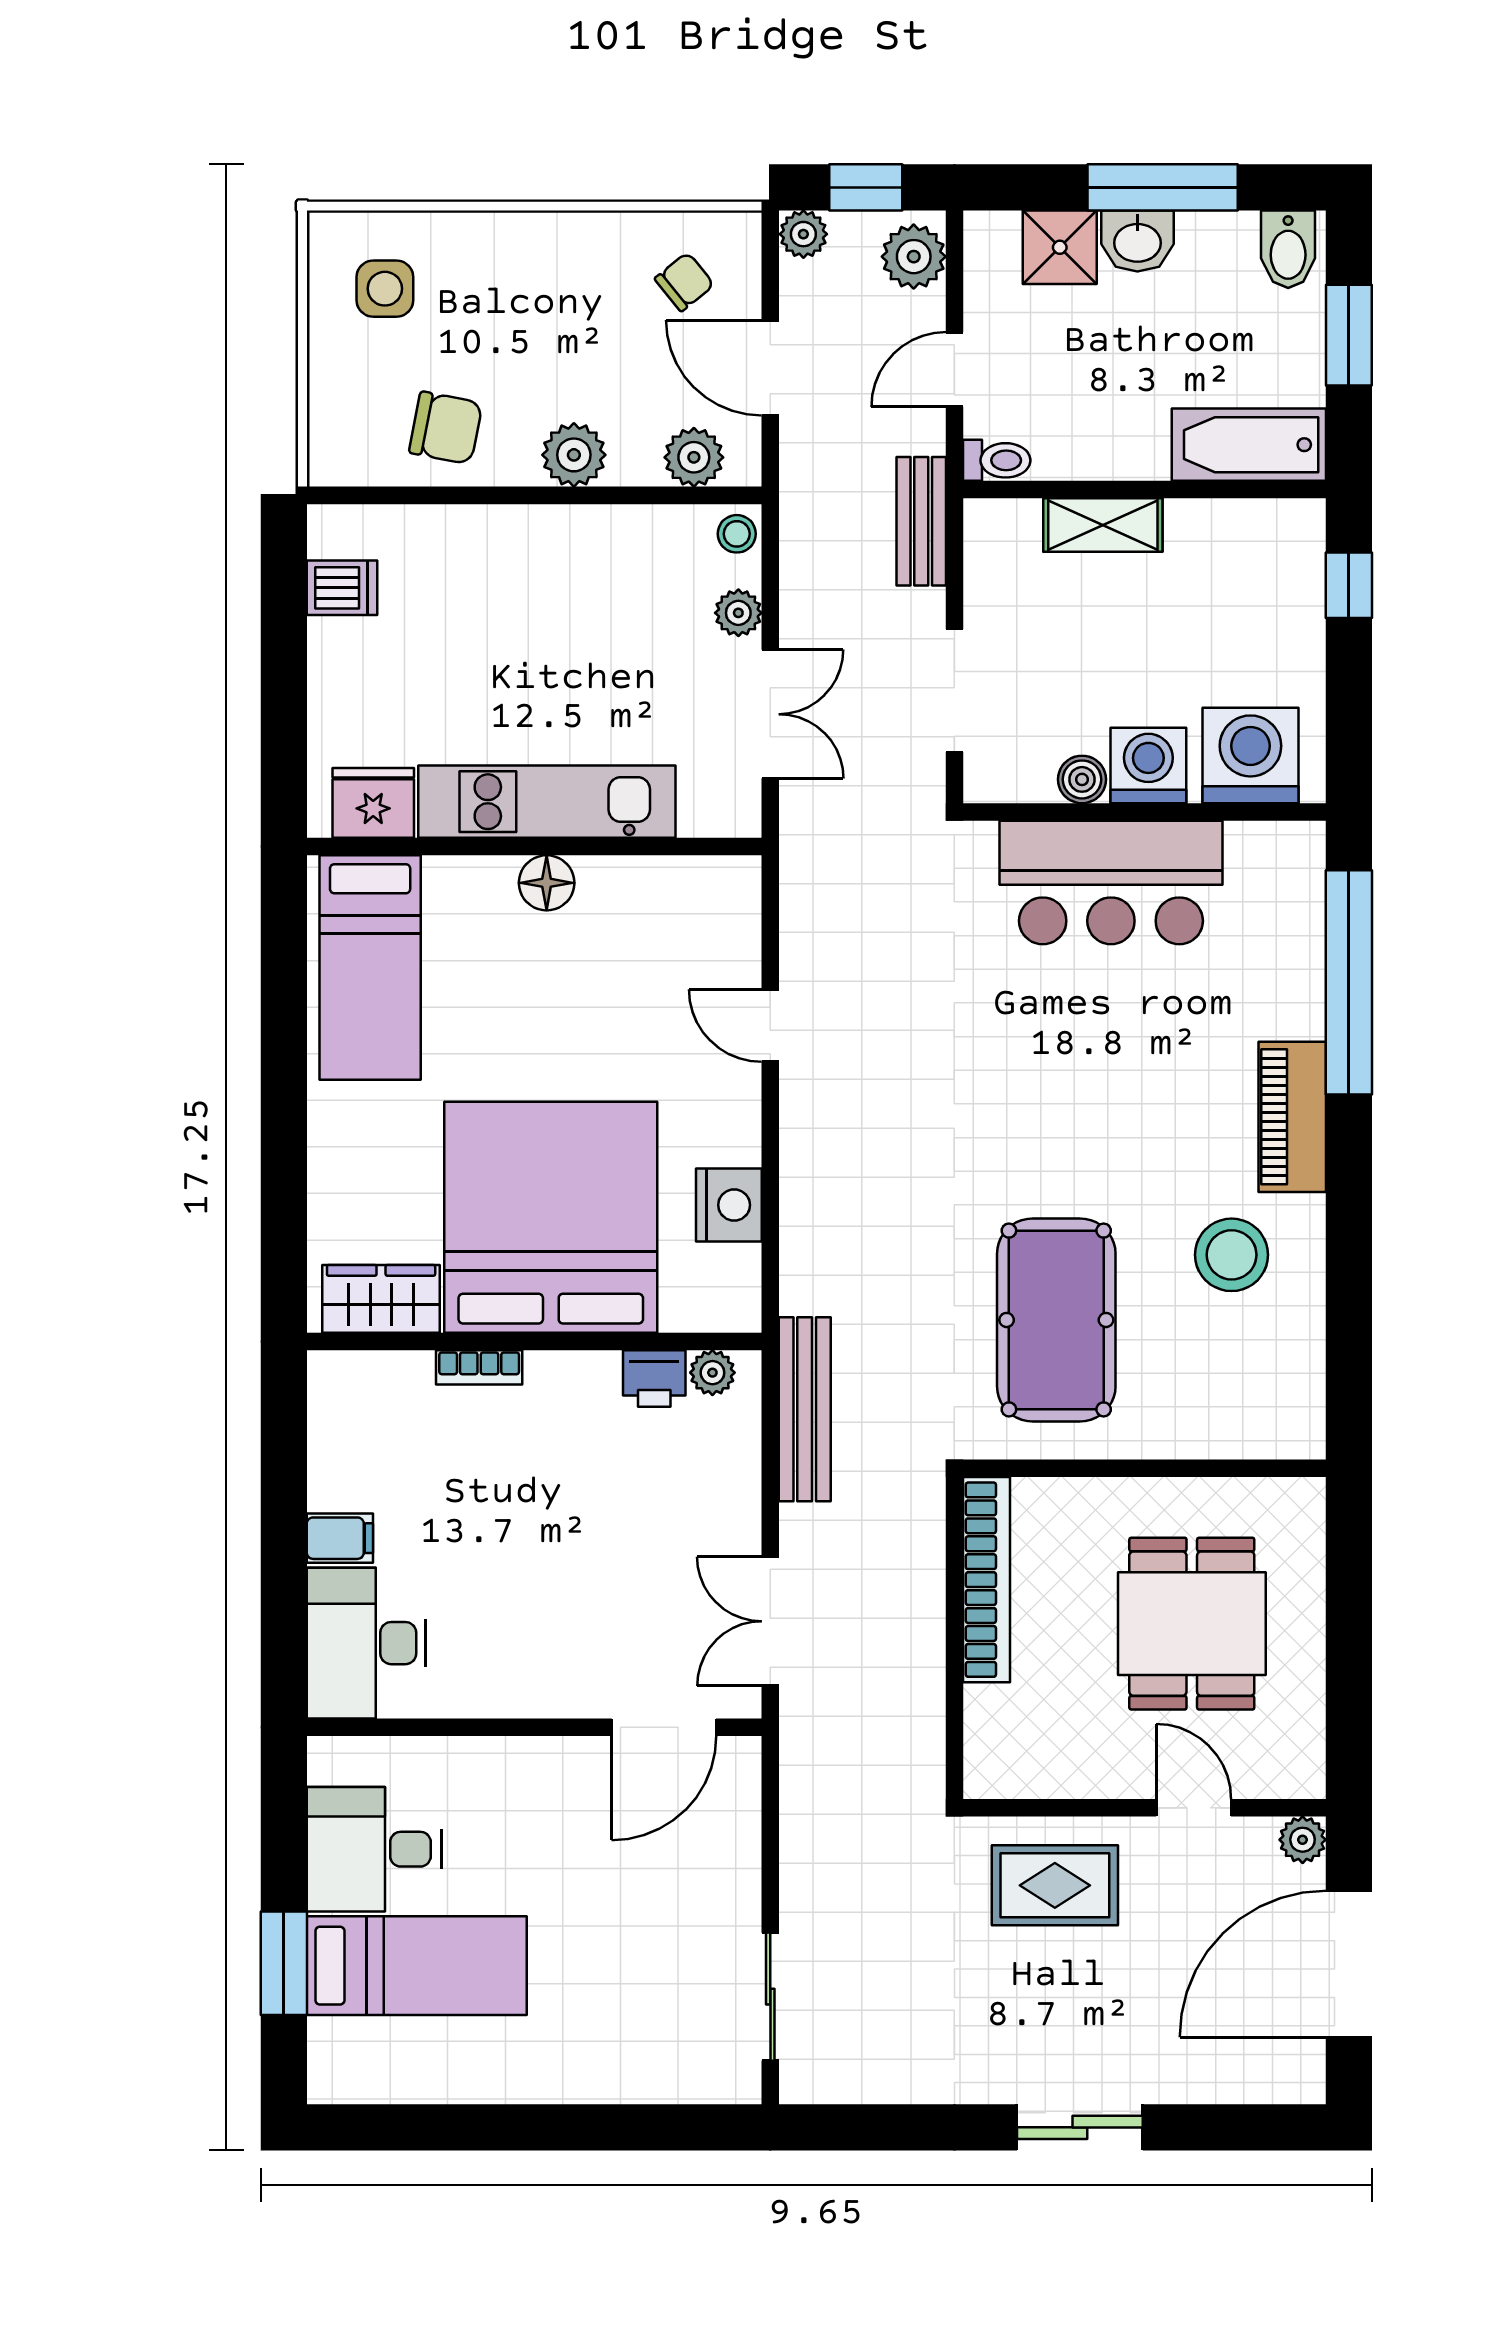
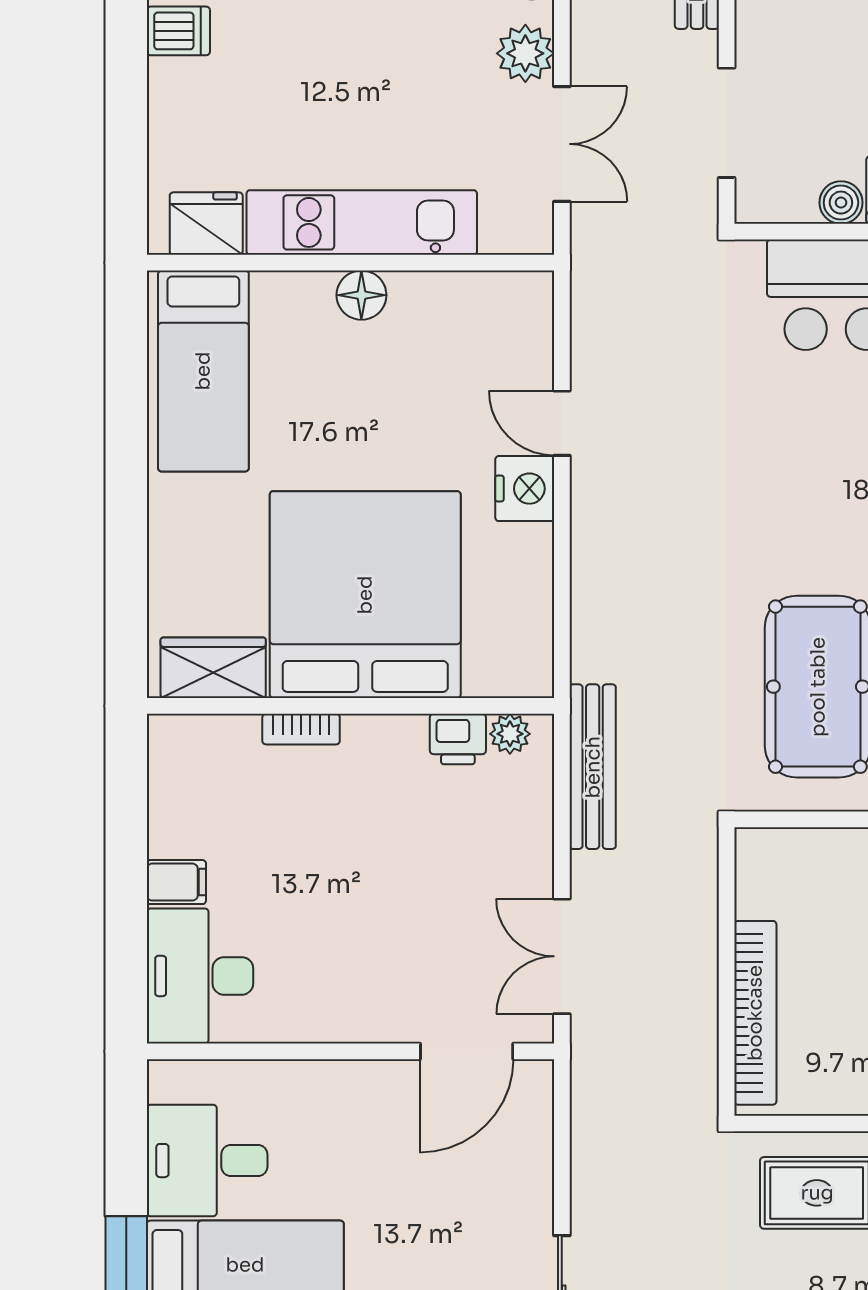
plant: (738, 613) -> (525, 53), width x1.38, depth x1.38
nightstand: (729, 1205) -> (525, 489), moved
bookcase: (986, 1580) -> (755, 1013), moved

